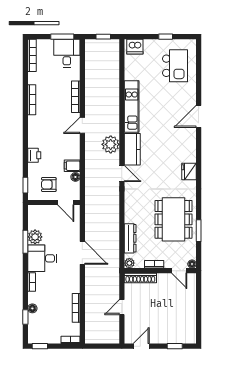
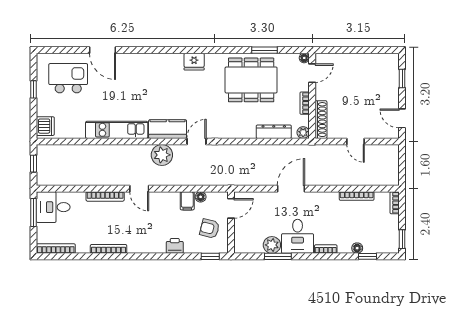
door: (199, 116) -> (102, 50), moved
armchair: (49, 184) -> (210, 229), turned 104

